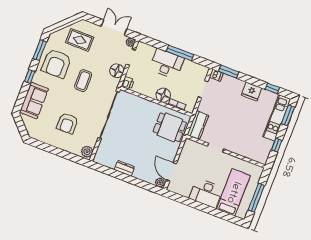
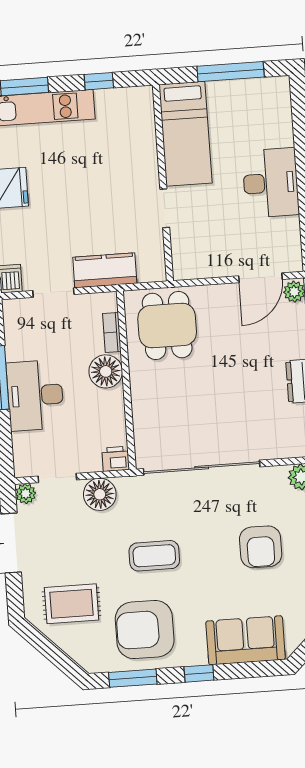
rug: (80, 40) -> (72, 604), turned 90
armchair: (56, 64) -> (145, 630), turned 180
armchair: (67, 123) -> (261, 547), turned 90
kitchen counter: (198, 125) -> (105, 270), moved
bed: (233, 192) -> (185, 134), moved, turned -90

